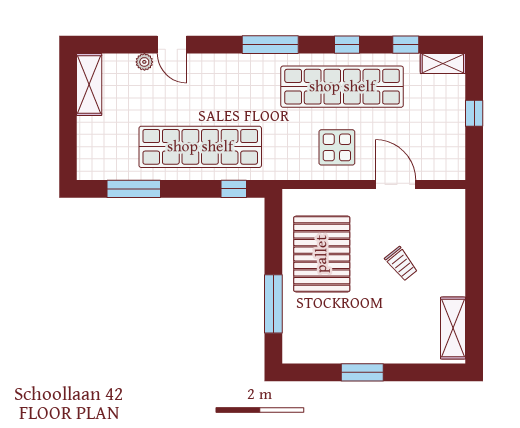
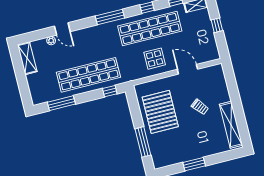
shelving: (453, 328) -> (231, 125), width x1.47

